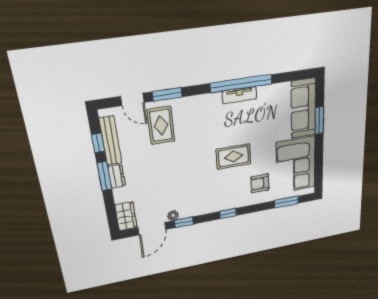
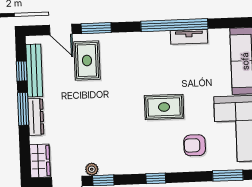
tv unit: (240, 95) -> (189, 37), moved
dresser: (117, 176) -> (36, 117), width x1.44

